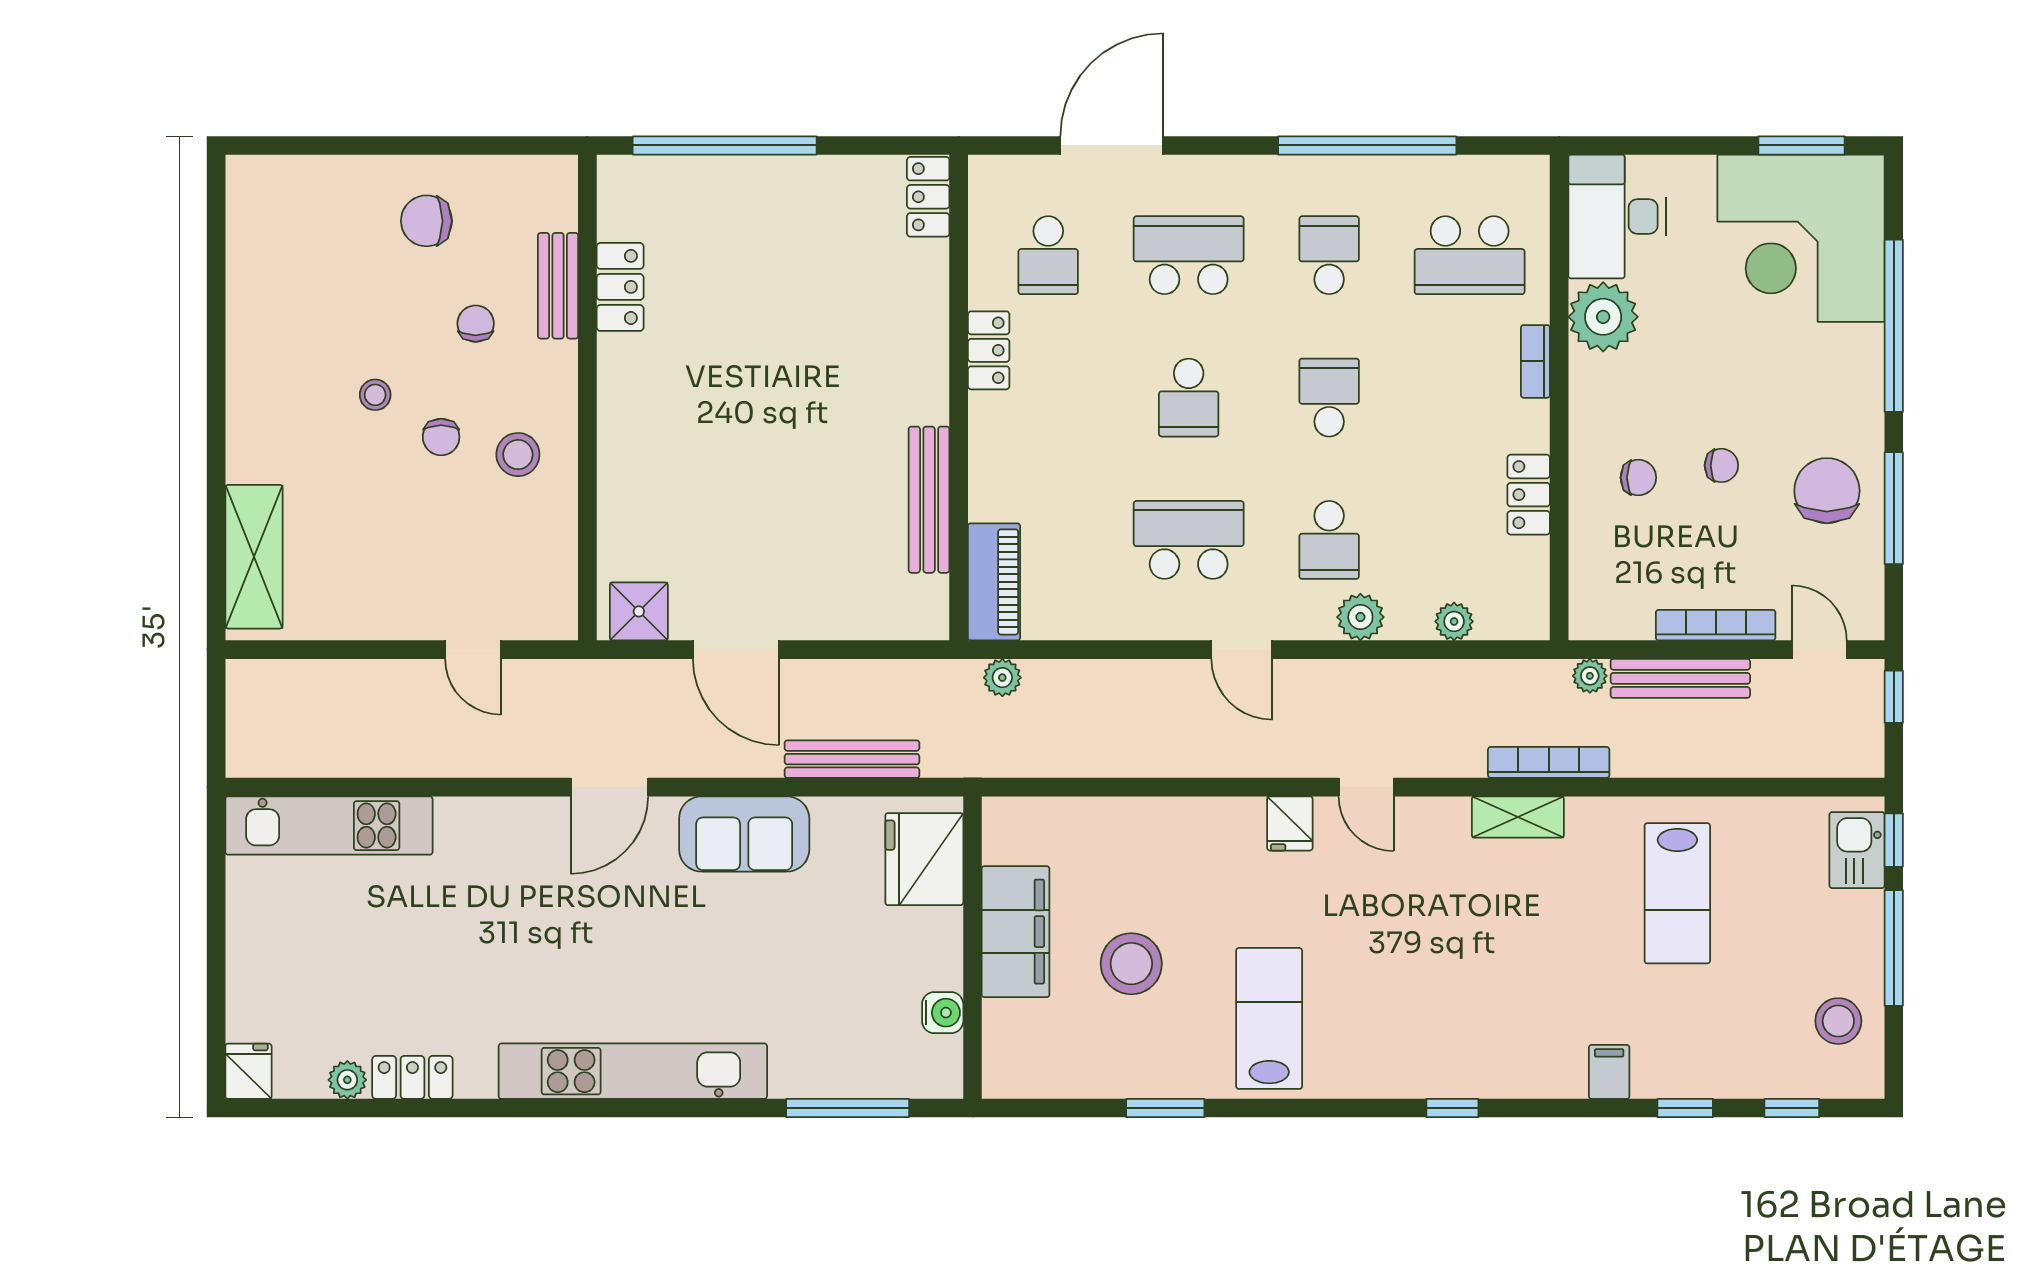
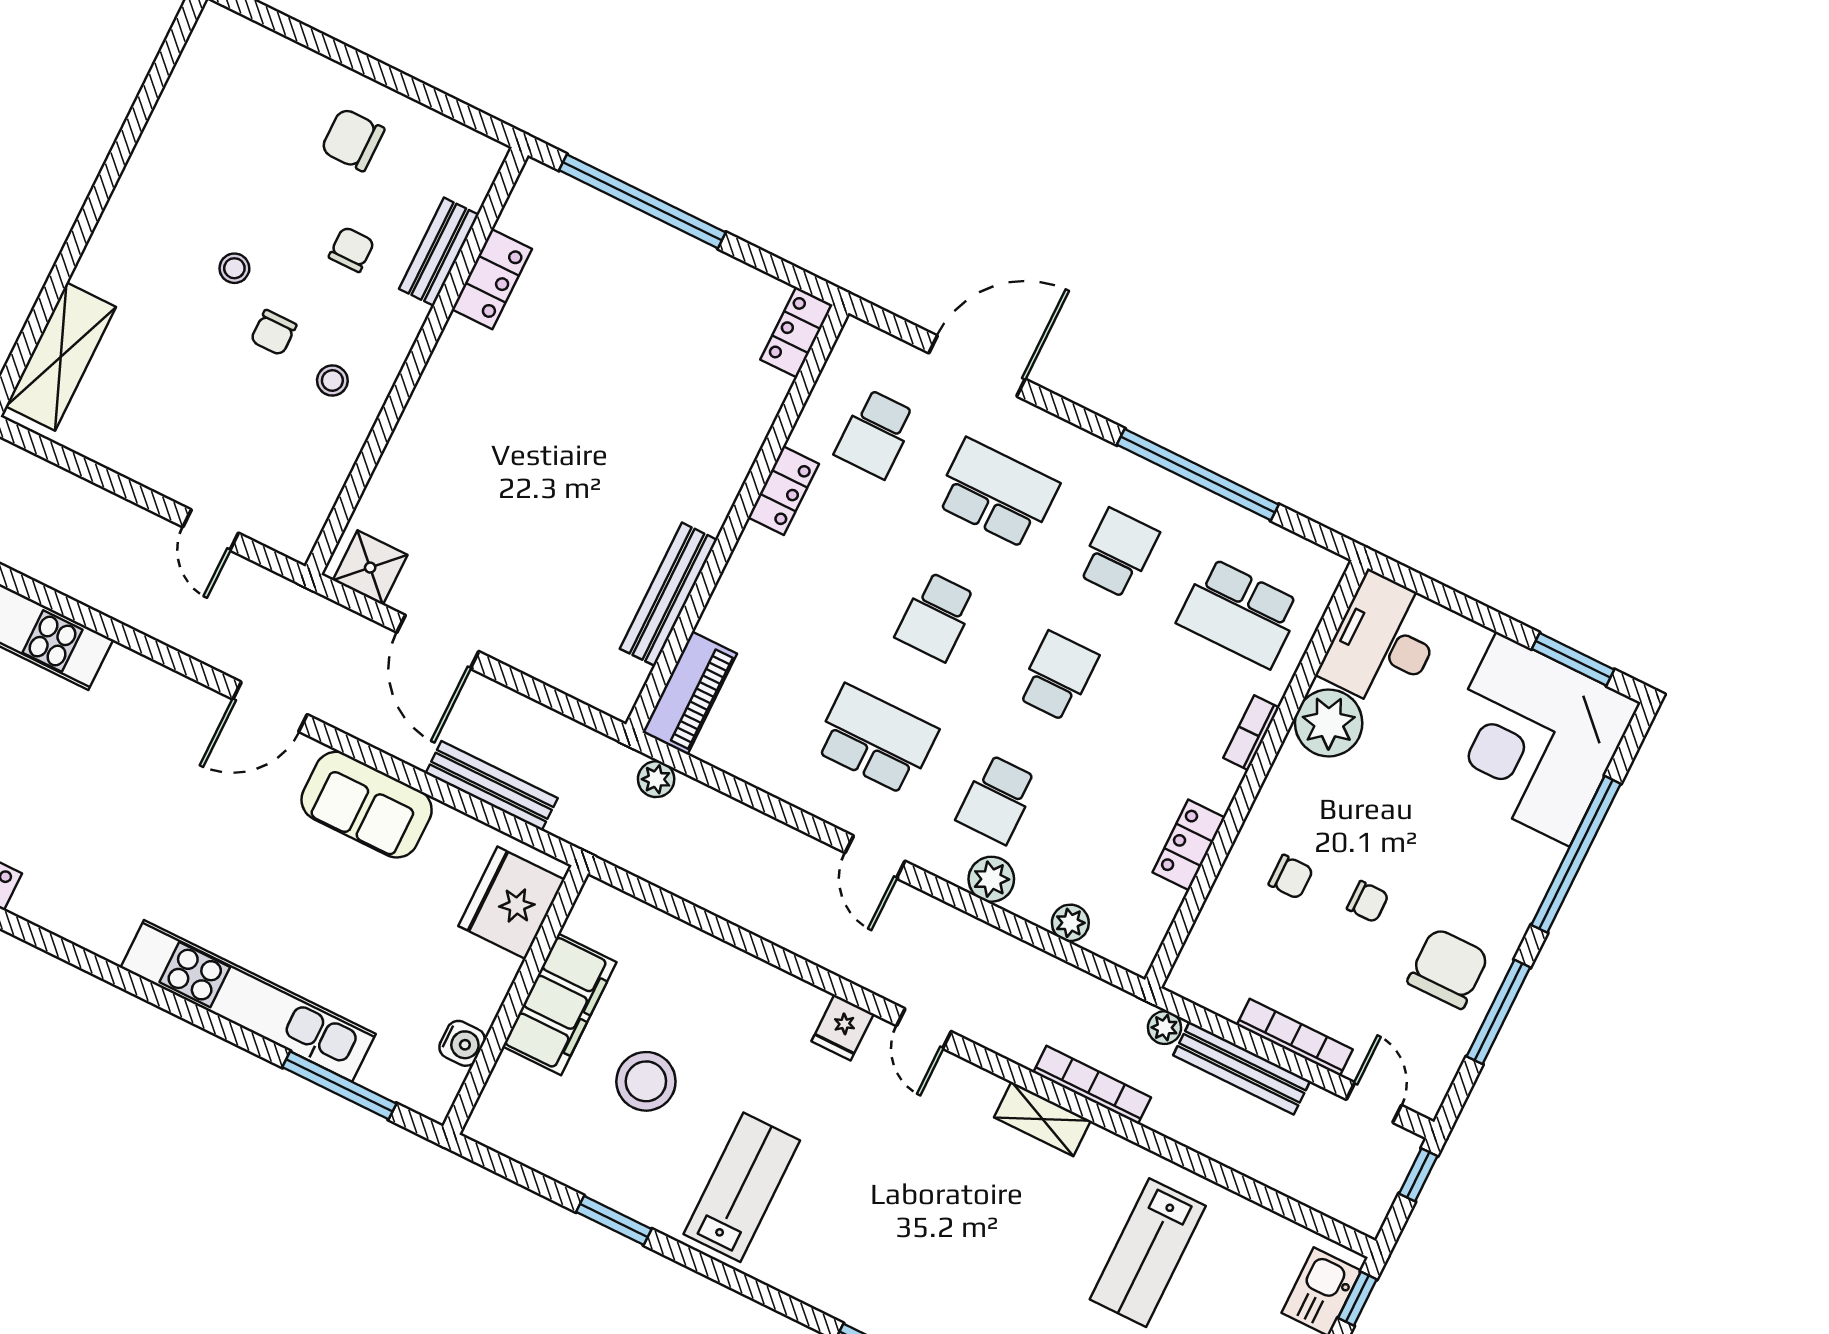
stool: (518, 455) -> (332, 381), width x0.73, depth x0.73
kitchen unit: (633, 1071) -> (248, 1001), moved

